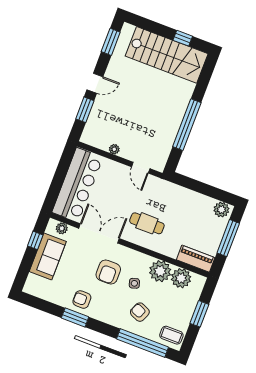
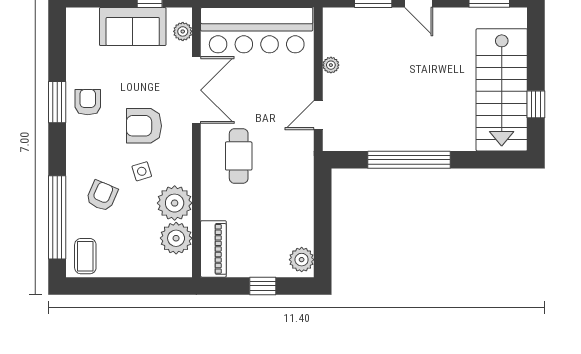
window: (228, 238) -> (263, 286), width x0.46
window: (199, 314) -> (133, 286), removed

